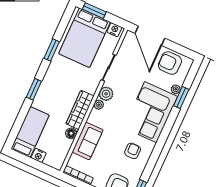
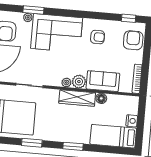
plant: (106, 94) -> (79, 82), moved
armchair: (133, 151) -> (98, 37), turned 180

